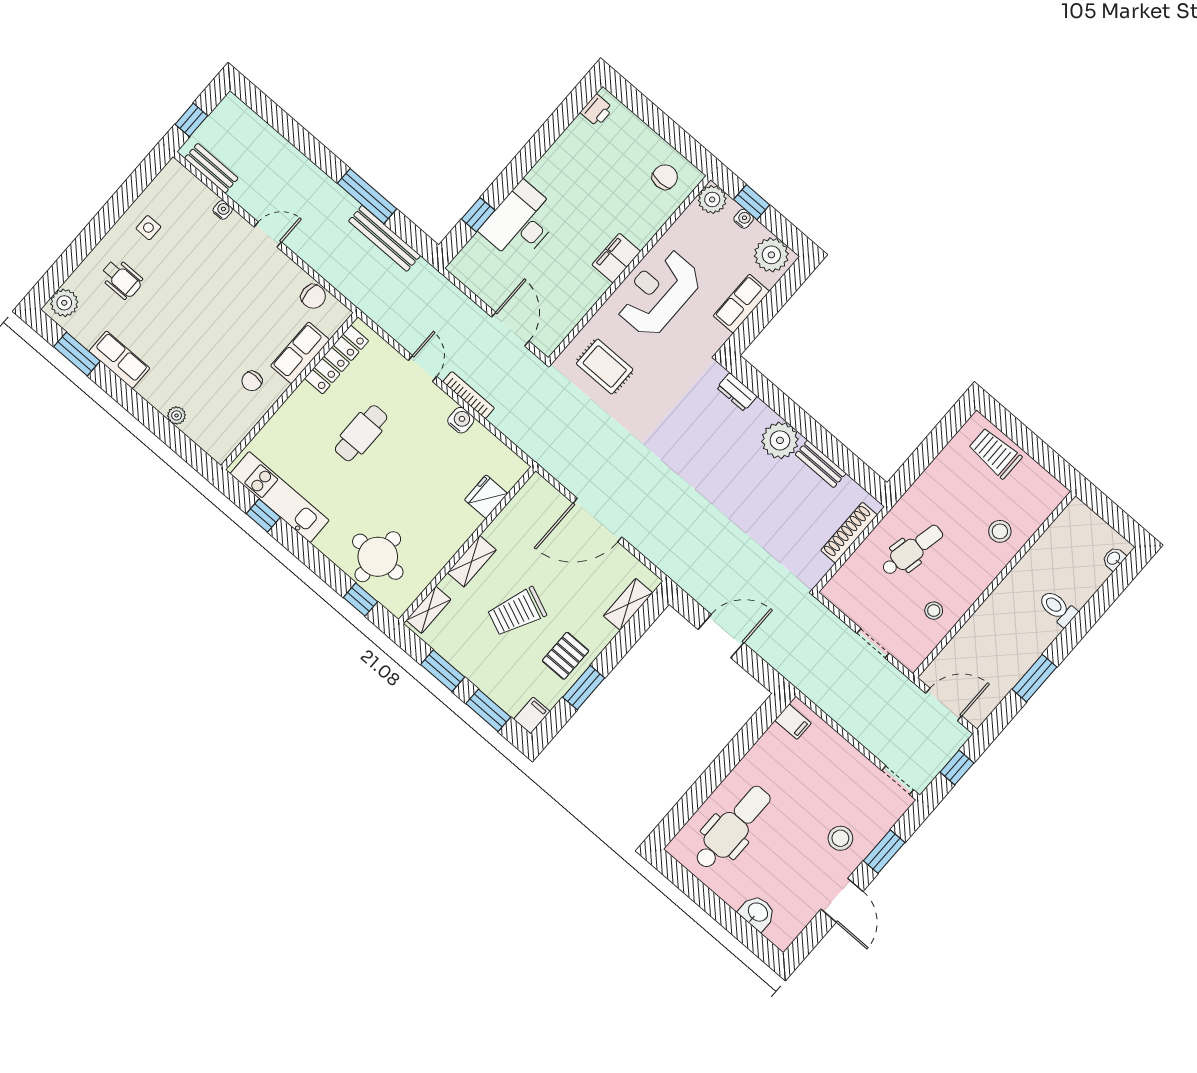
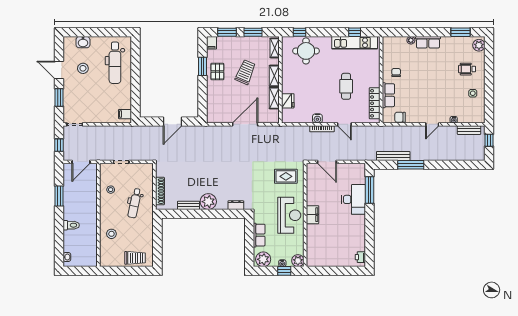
chair: (665, 177) -> (320, 255), removed
window: (478, 215) -> (369, 190), width x2.17
row of seats: (119, 360) -> (428, 42), moved
shelving: (628, 604) -> (274, 98), moved
stool: (840, 838) -> (83, 68), moved

